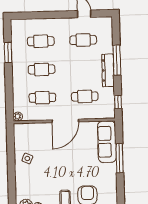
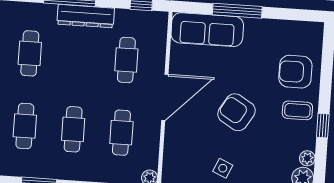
door: (65, 121) -> (165, 97), hinge flipped
armchair: (61, 163) -> (237, 112), added

